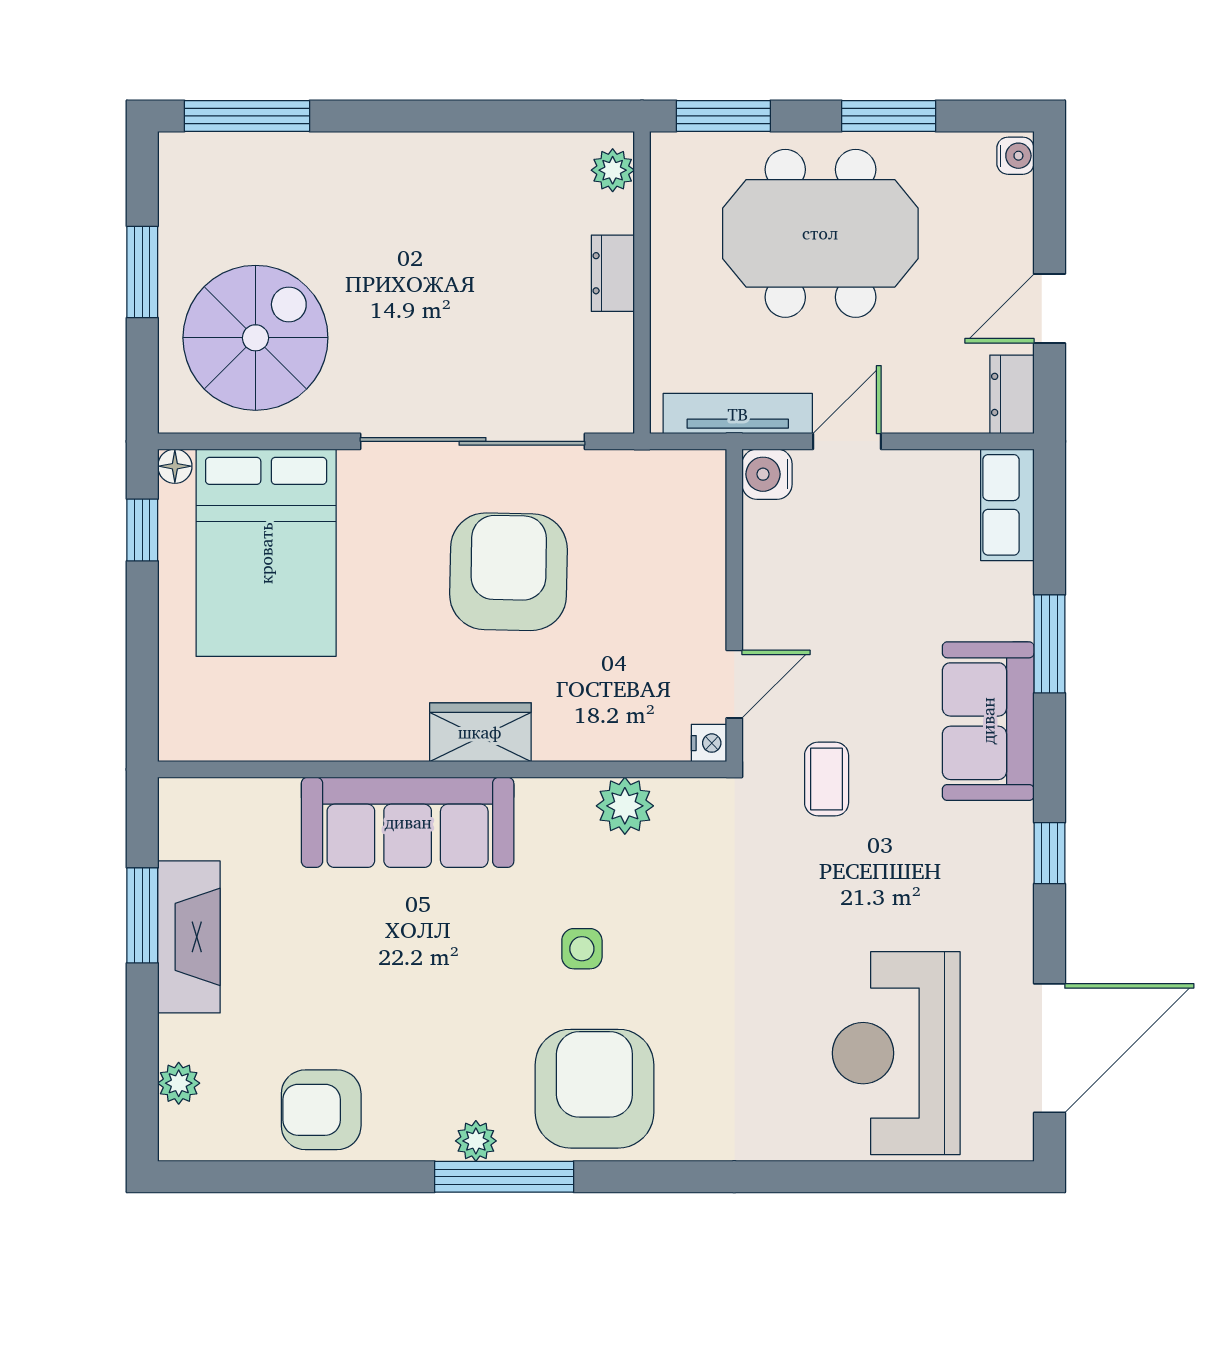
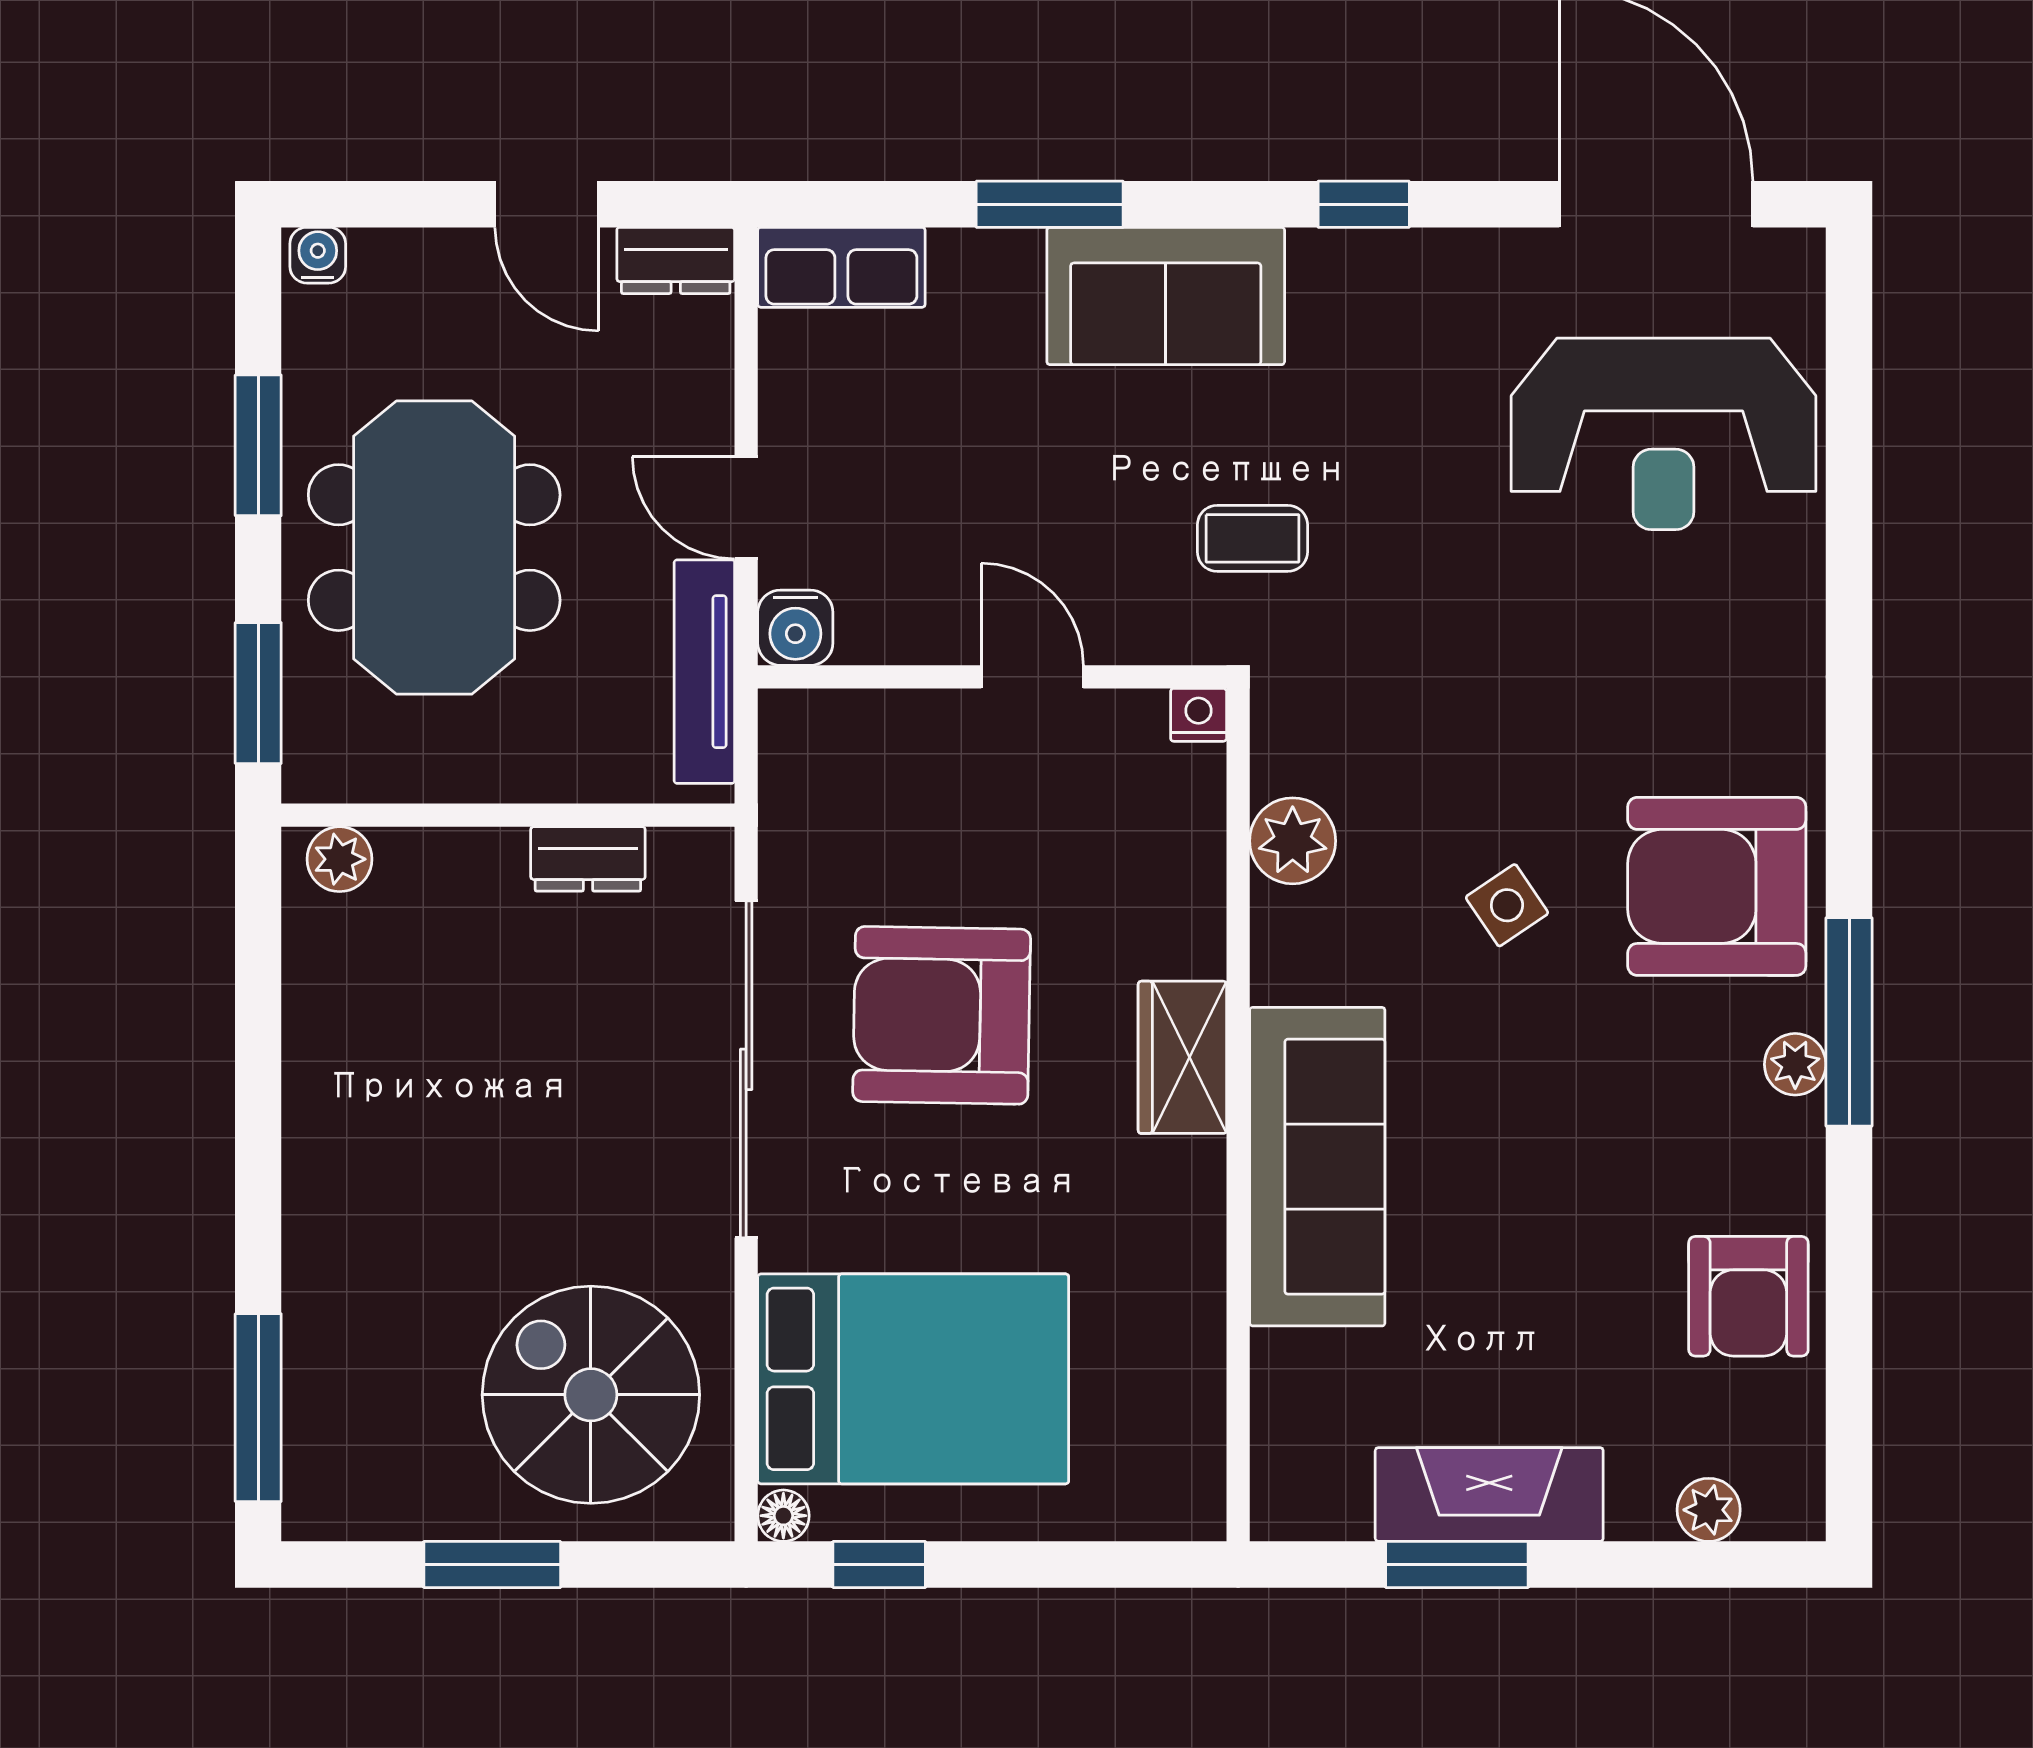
dresser: (613, 273) -> (588, 859), moved
door: (734, 684) -> (1032, 677), moved
side table: (582, 949) -> (1507, 905), turned -34

